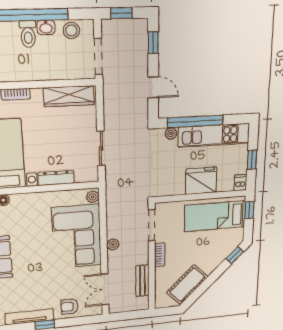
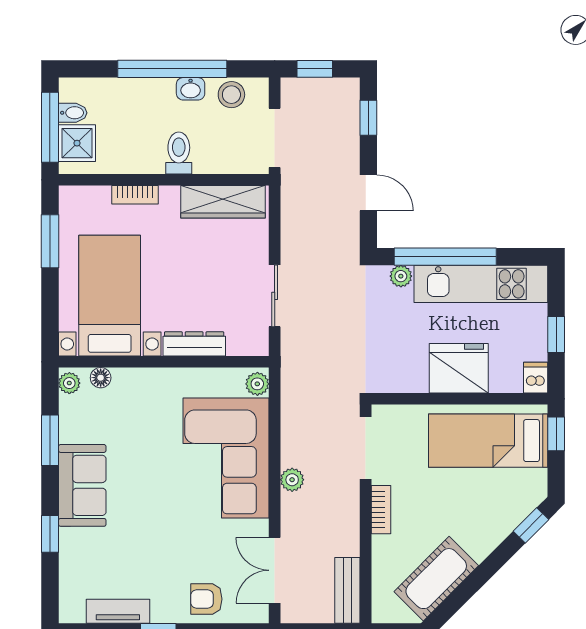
toilet: (28, 34) -> (179, 153), moved, turned 180
bench: (142, 281) -> (347, 590), moved
tv unit: (29, 317) -> (118, 611), width x0.71

